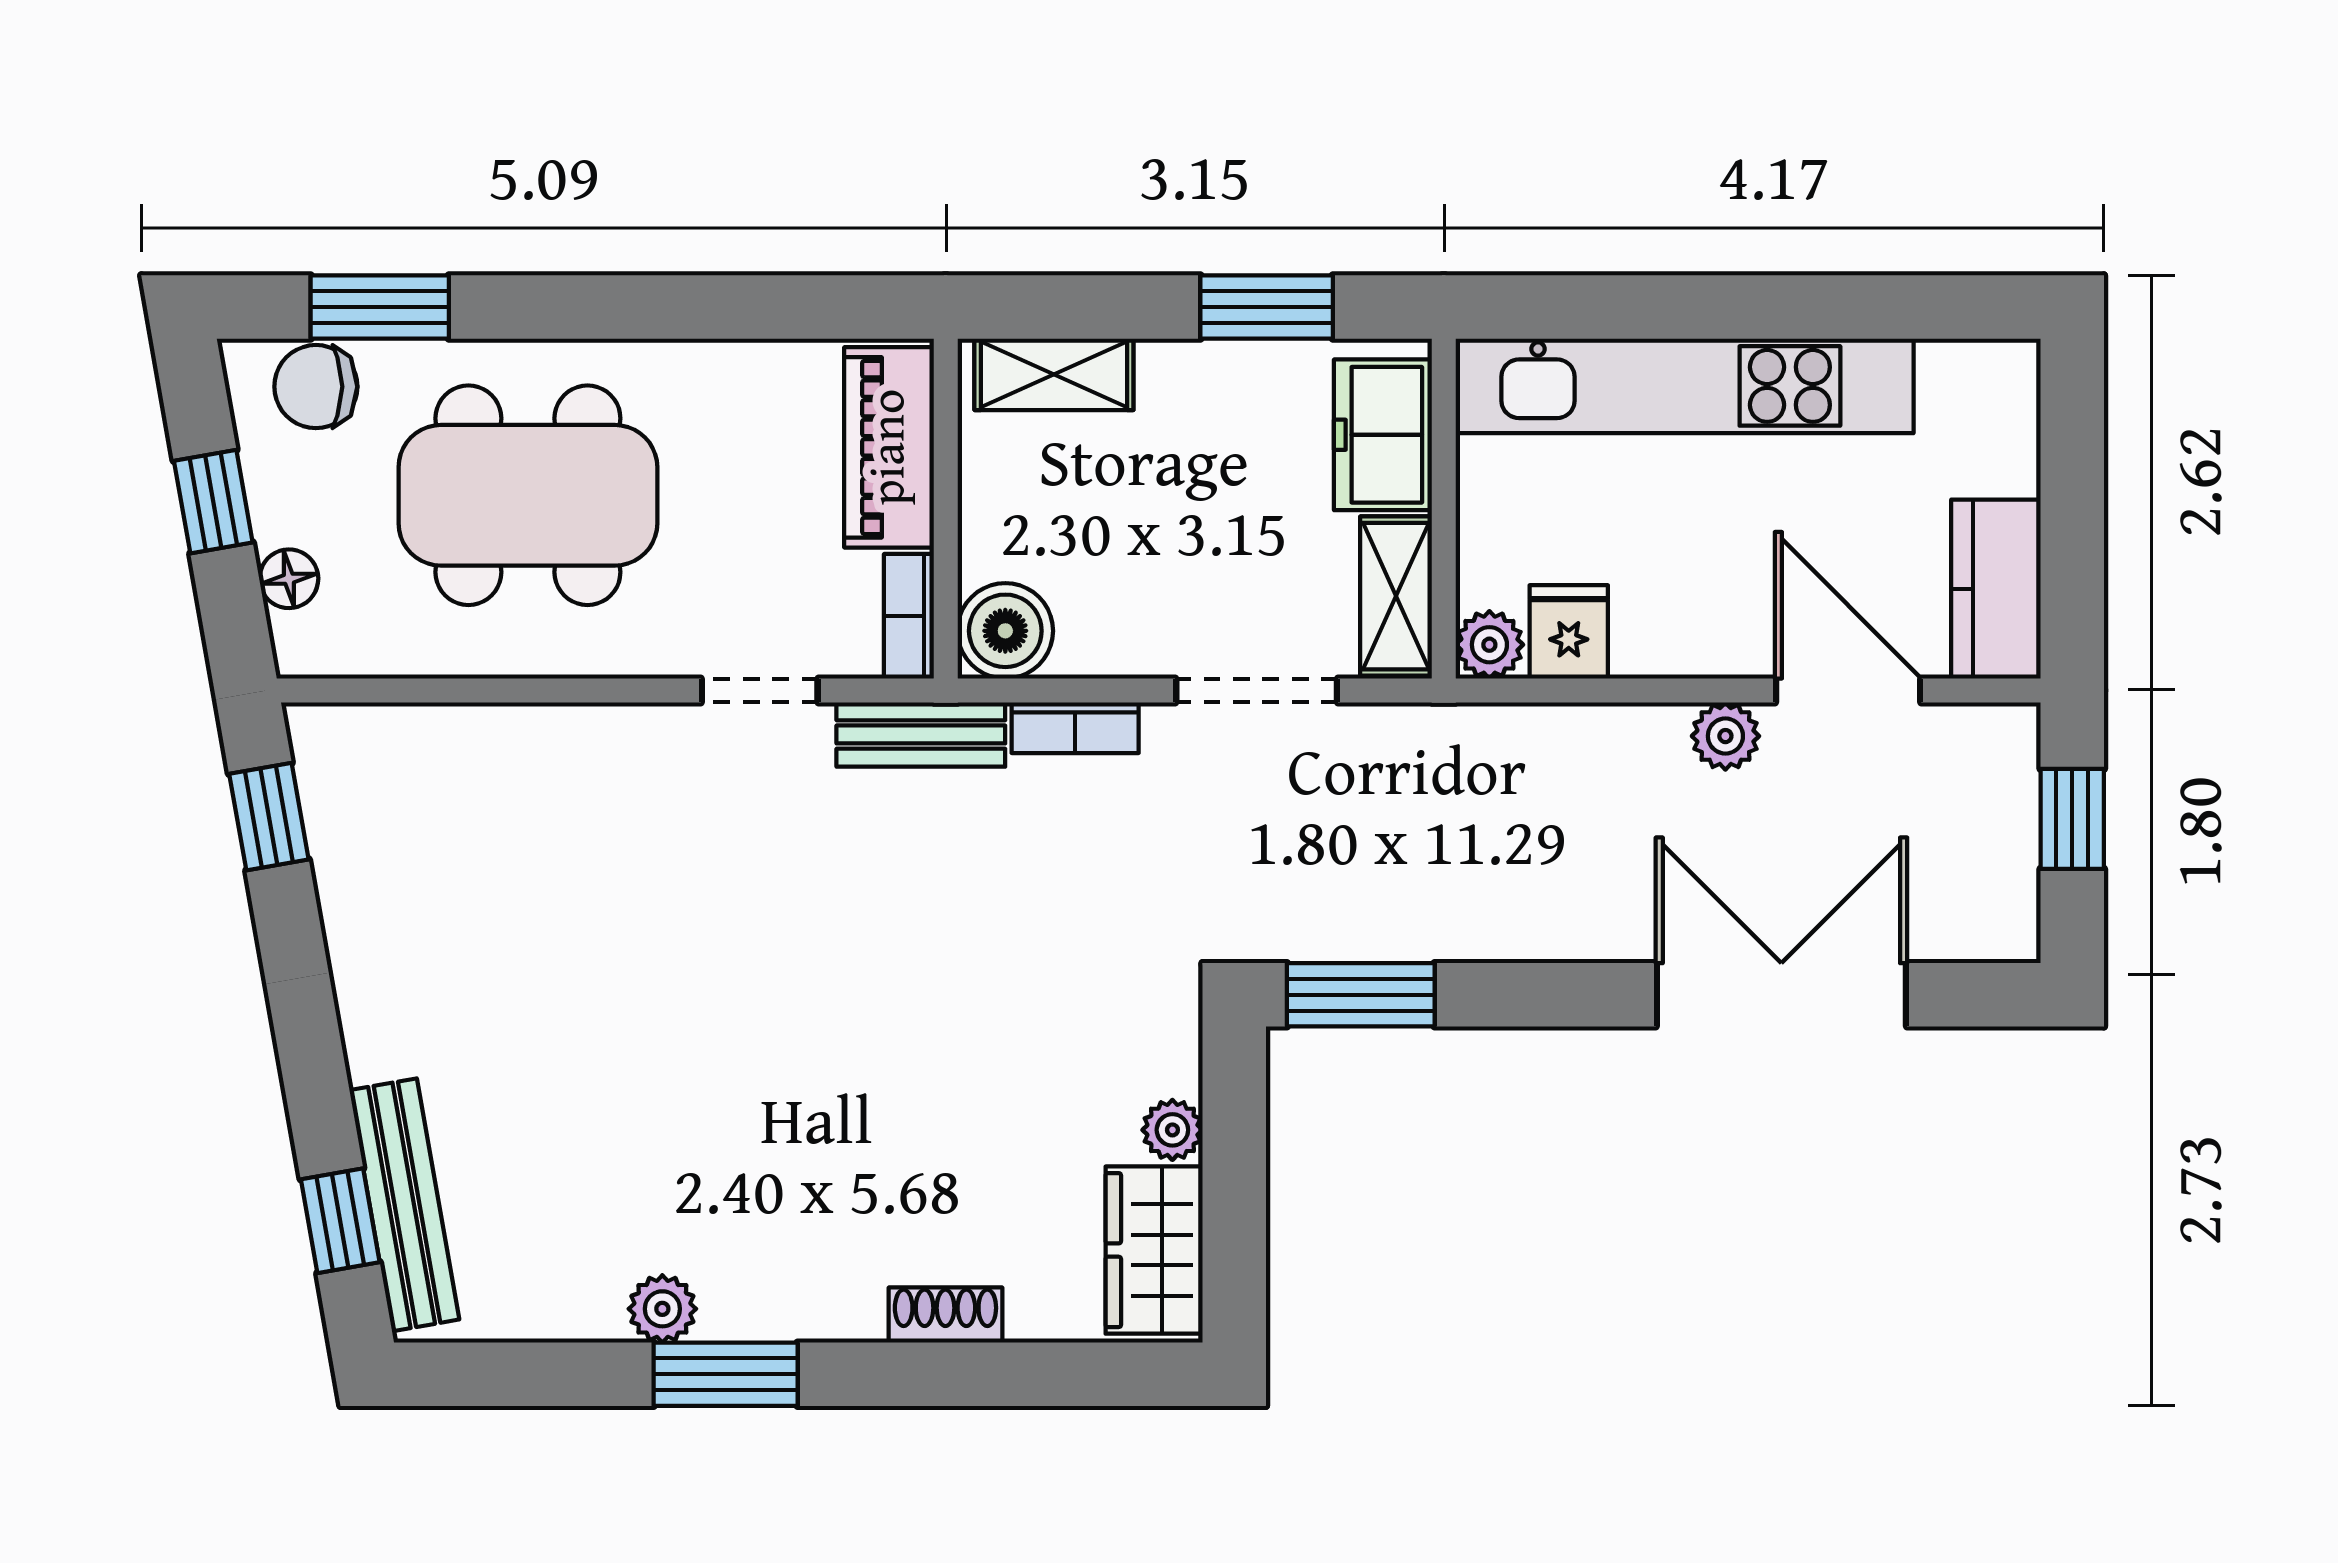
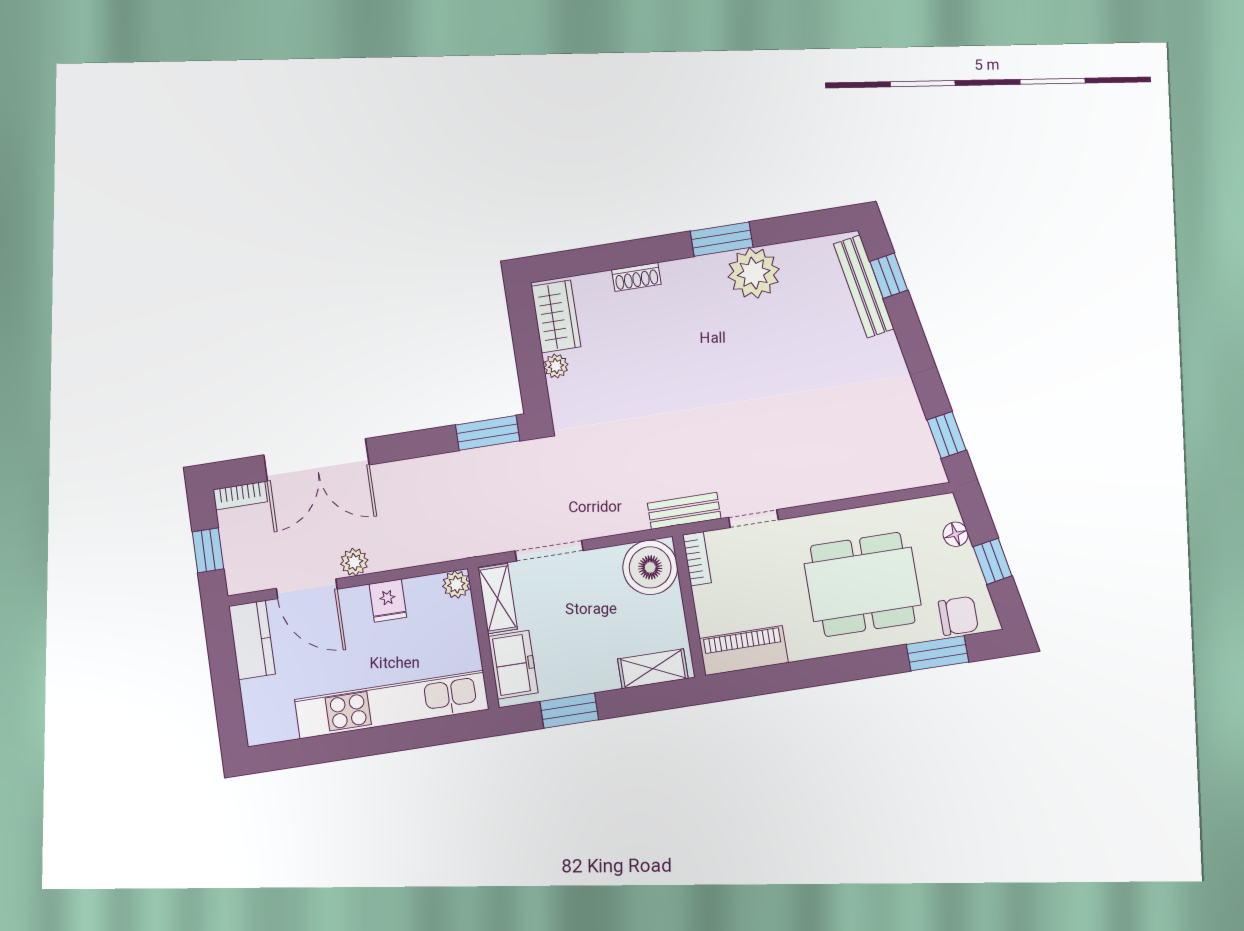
piano: (889, 447) -> (744, 651), moved, turned -90
boiler: (1005, 631) -> (650, 567), width x1.37, depth x1.37
fridge: (1569, 632) -> (388, 601), moved
bookcase: (1075, 728) -> (240, 496), moved, turned 180
plant: (662, 1309) -> (754, 273), width x1.88, depth x1.88

